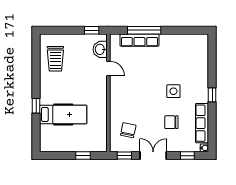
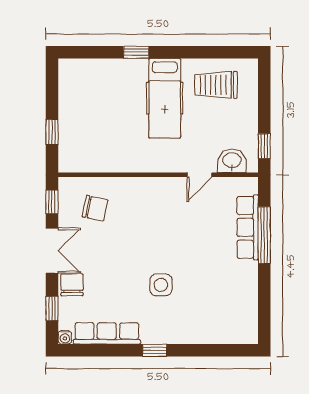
hospital bed: (63, 114) -> (165, 98), moved
chair: (171, 122) -> (72, 285), moved

